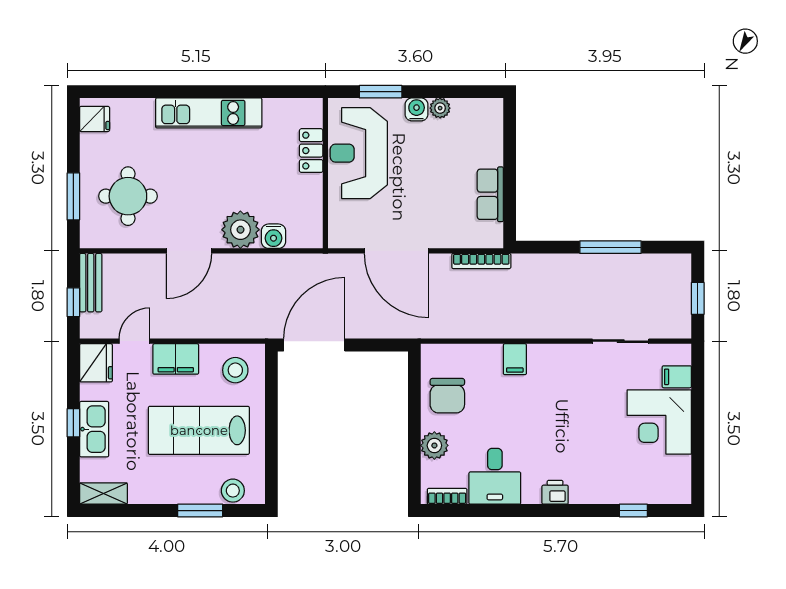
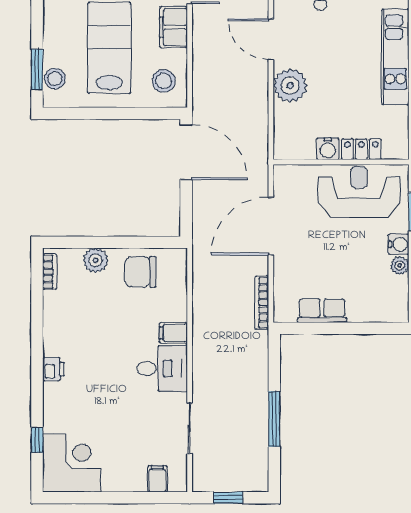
water cooler: (274, 236) -> (328, 149), moved, turned -90
corner desk: (659, 422) -> (72, 463), moved, turned 90
desk: (495, 476) -> (162, 368), moved, turned 180
window: (200, 511) -> (37, 69), moved

